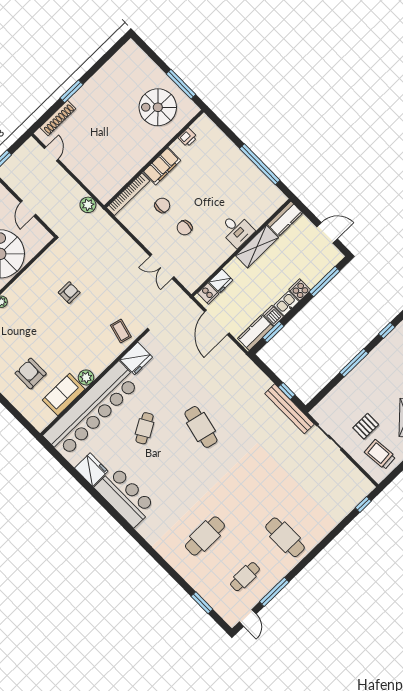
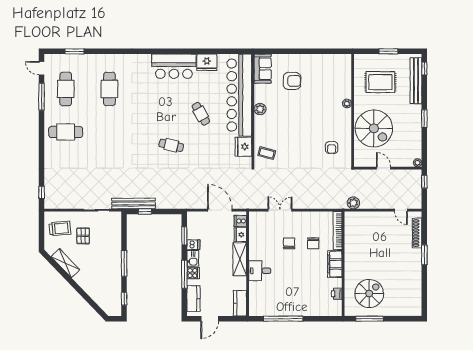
shelving: (257, 247) -> (240, 259), moved
window: (324, 282) -> (184, 274), moved
armchair: (69, 293) -> (332, 148), moved
kitchen counter: (255, 333) -> (193, 299), moved
sofa: (64, 395) -> (263, 69), moved
cafe table: (201, 427) -> (171, 145), width x0.73, depth x0.74
cafe table: (245, 577) -> (66, 89), width x1.37, depth x1.35

